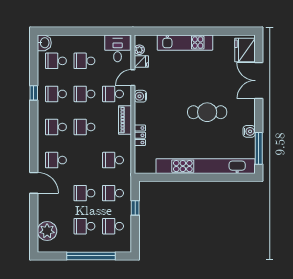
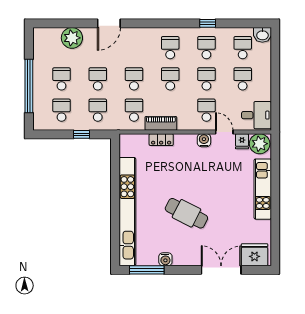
plant: (139, 50) -> (260, 144), width x1.88, depth x1.88
cafe table: (207, 112) -> (186, 213), turned -63
piano: (125, 120) -> (161, 123), moved
school desk: (56, 160) -> (134, 79), moved
plant: (47, 231) -> (72, 38), moved

